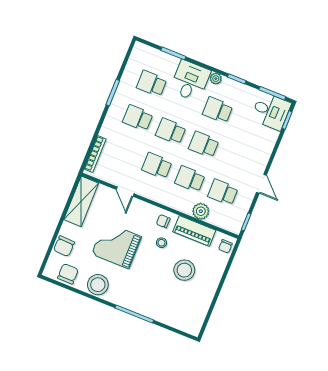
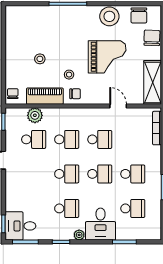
plant: (201, 211) -> (35, 115), moved
stool: (184, 270) -> (40, 59), width x0.53, depth x0.53

